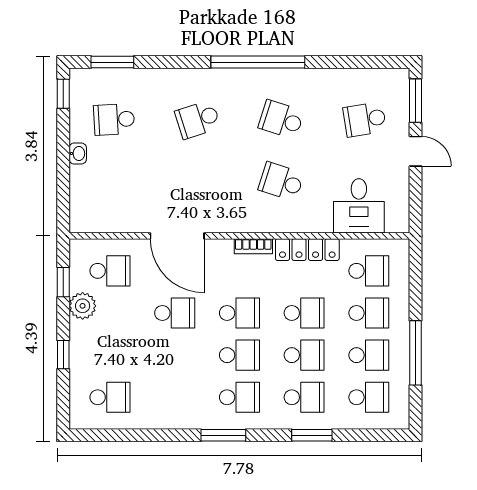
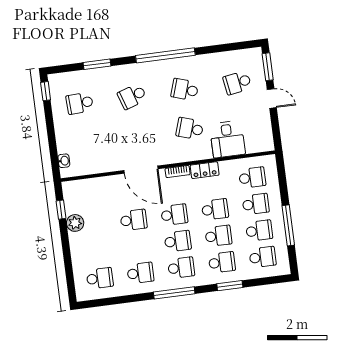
window: (112, 62) -> (97, 64), moved
washbasin: (78, 153) -> (64, 161), moved
desk: (359, 206) -> (227, 139), moved
door: (177, 236) -> (141, 170), moved
locker: (307, 250) -> (205, 170), width x0.66
school desk: (110, 271) -> (140, 273), moved
window: (63, 355) -> (67, 255), removed
window: (223, 435) -> (174, 293), width x1.44

